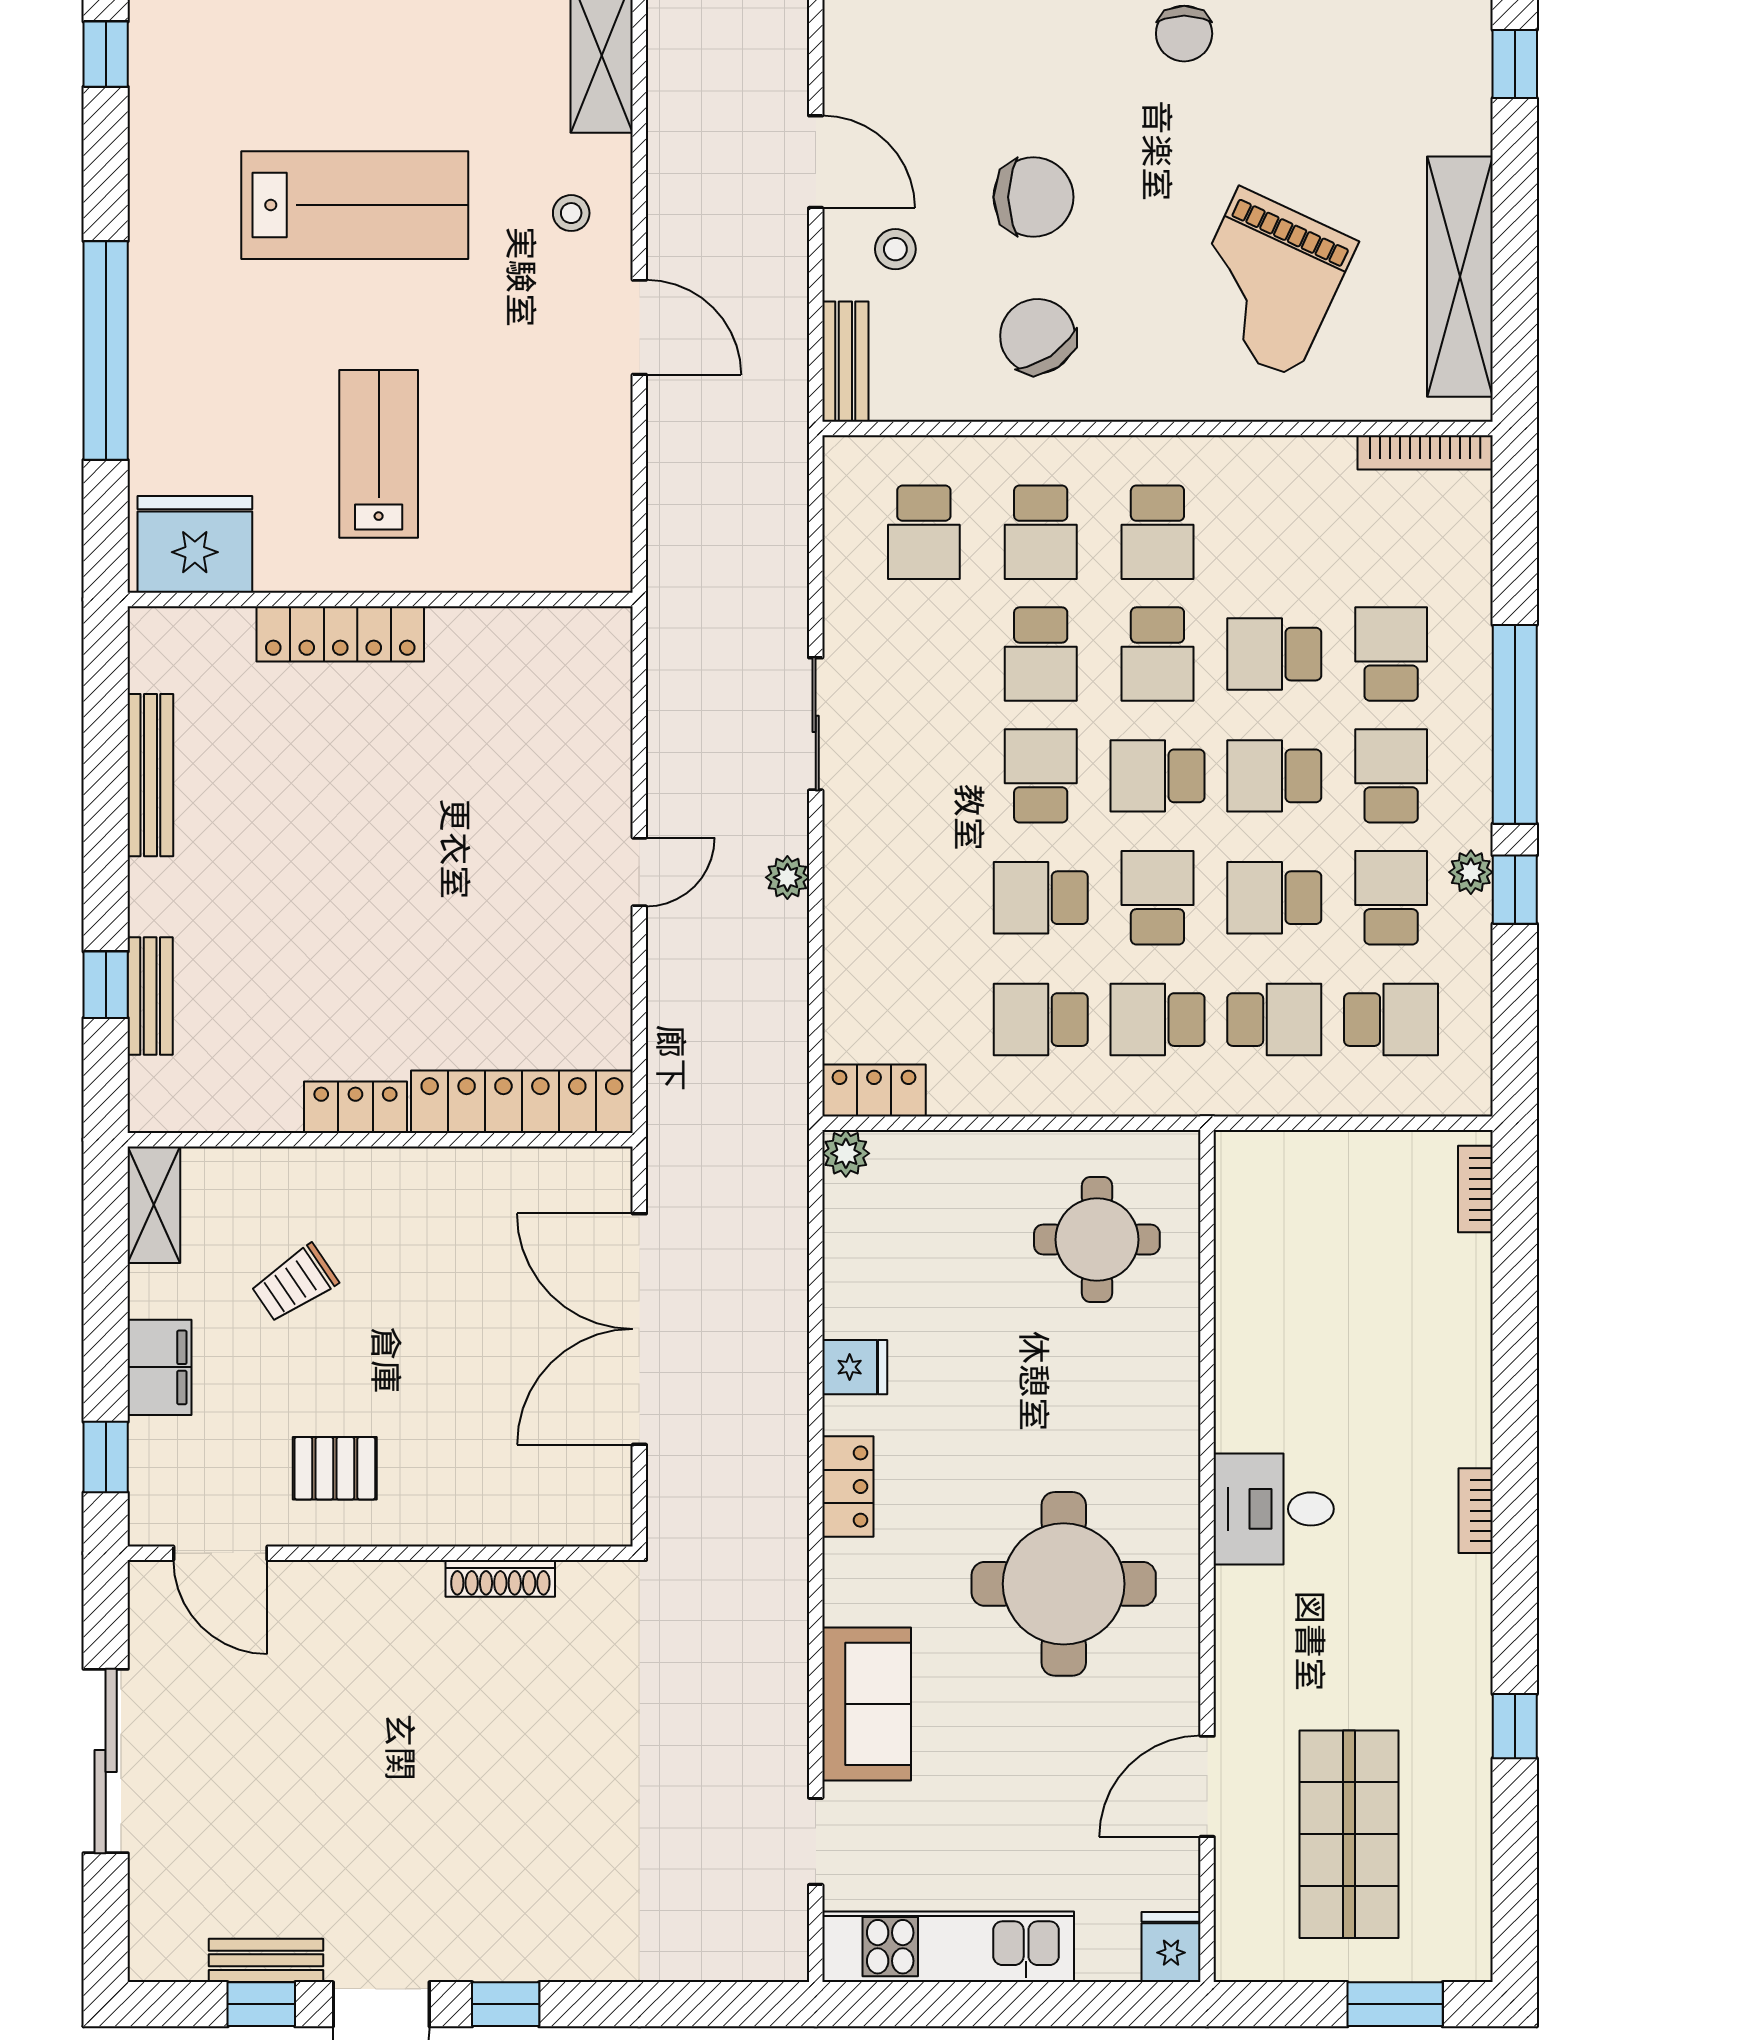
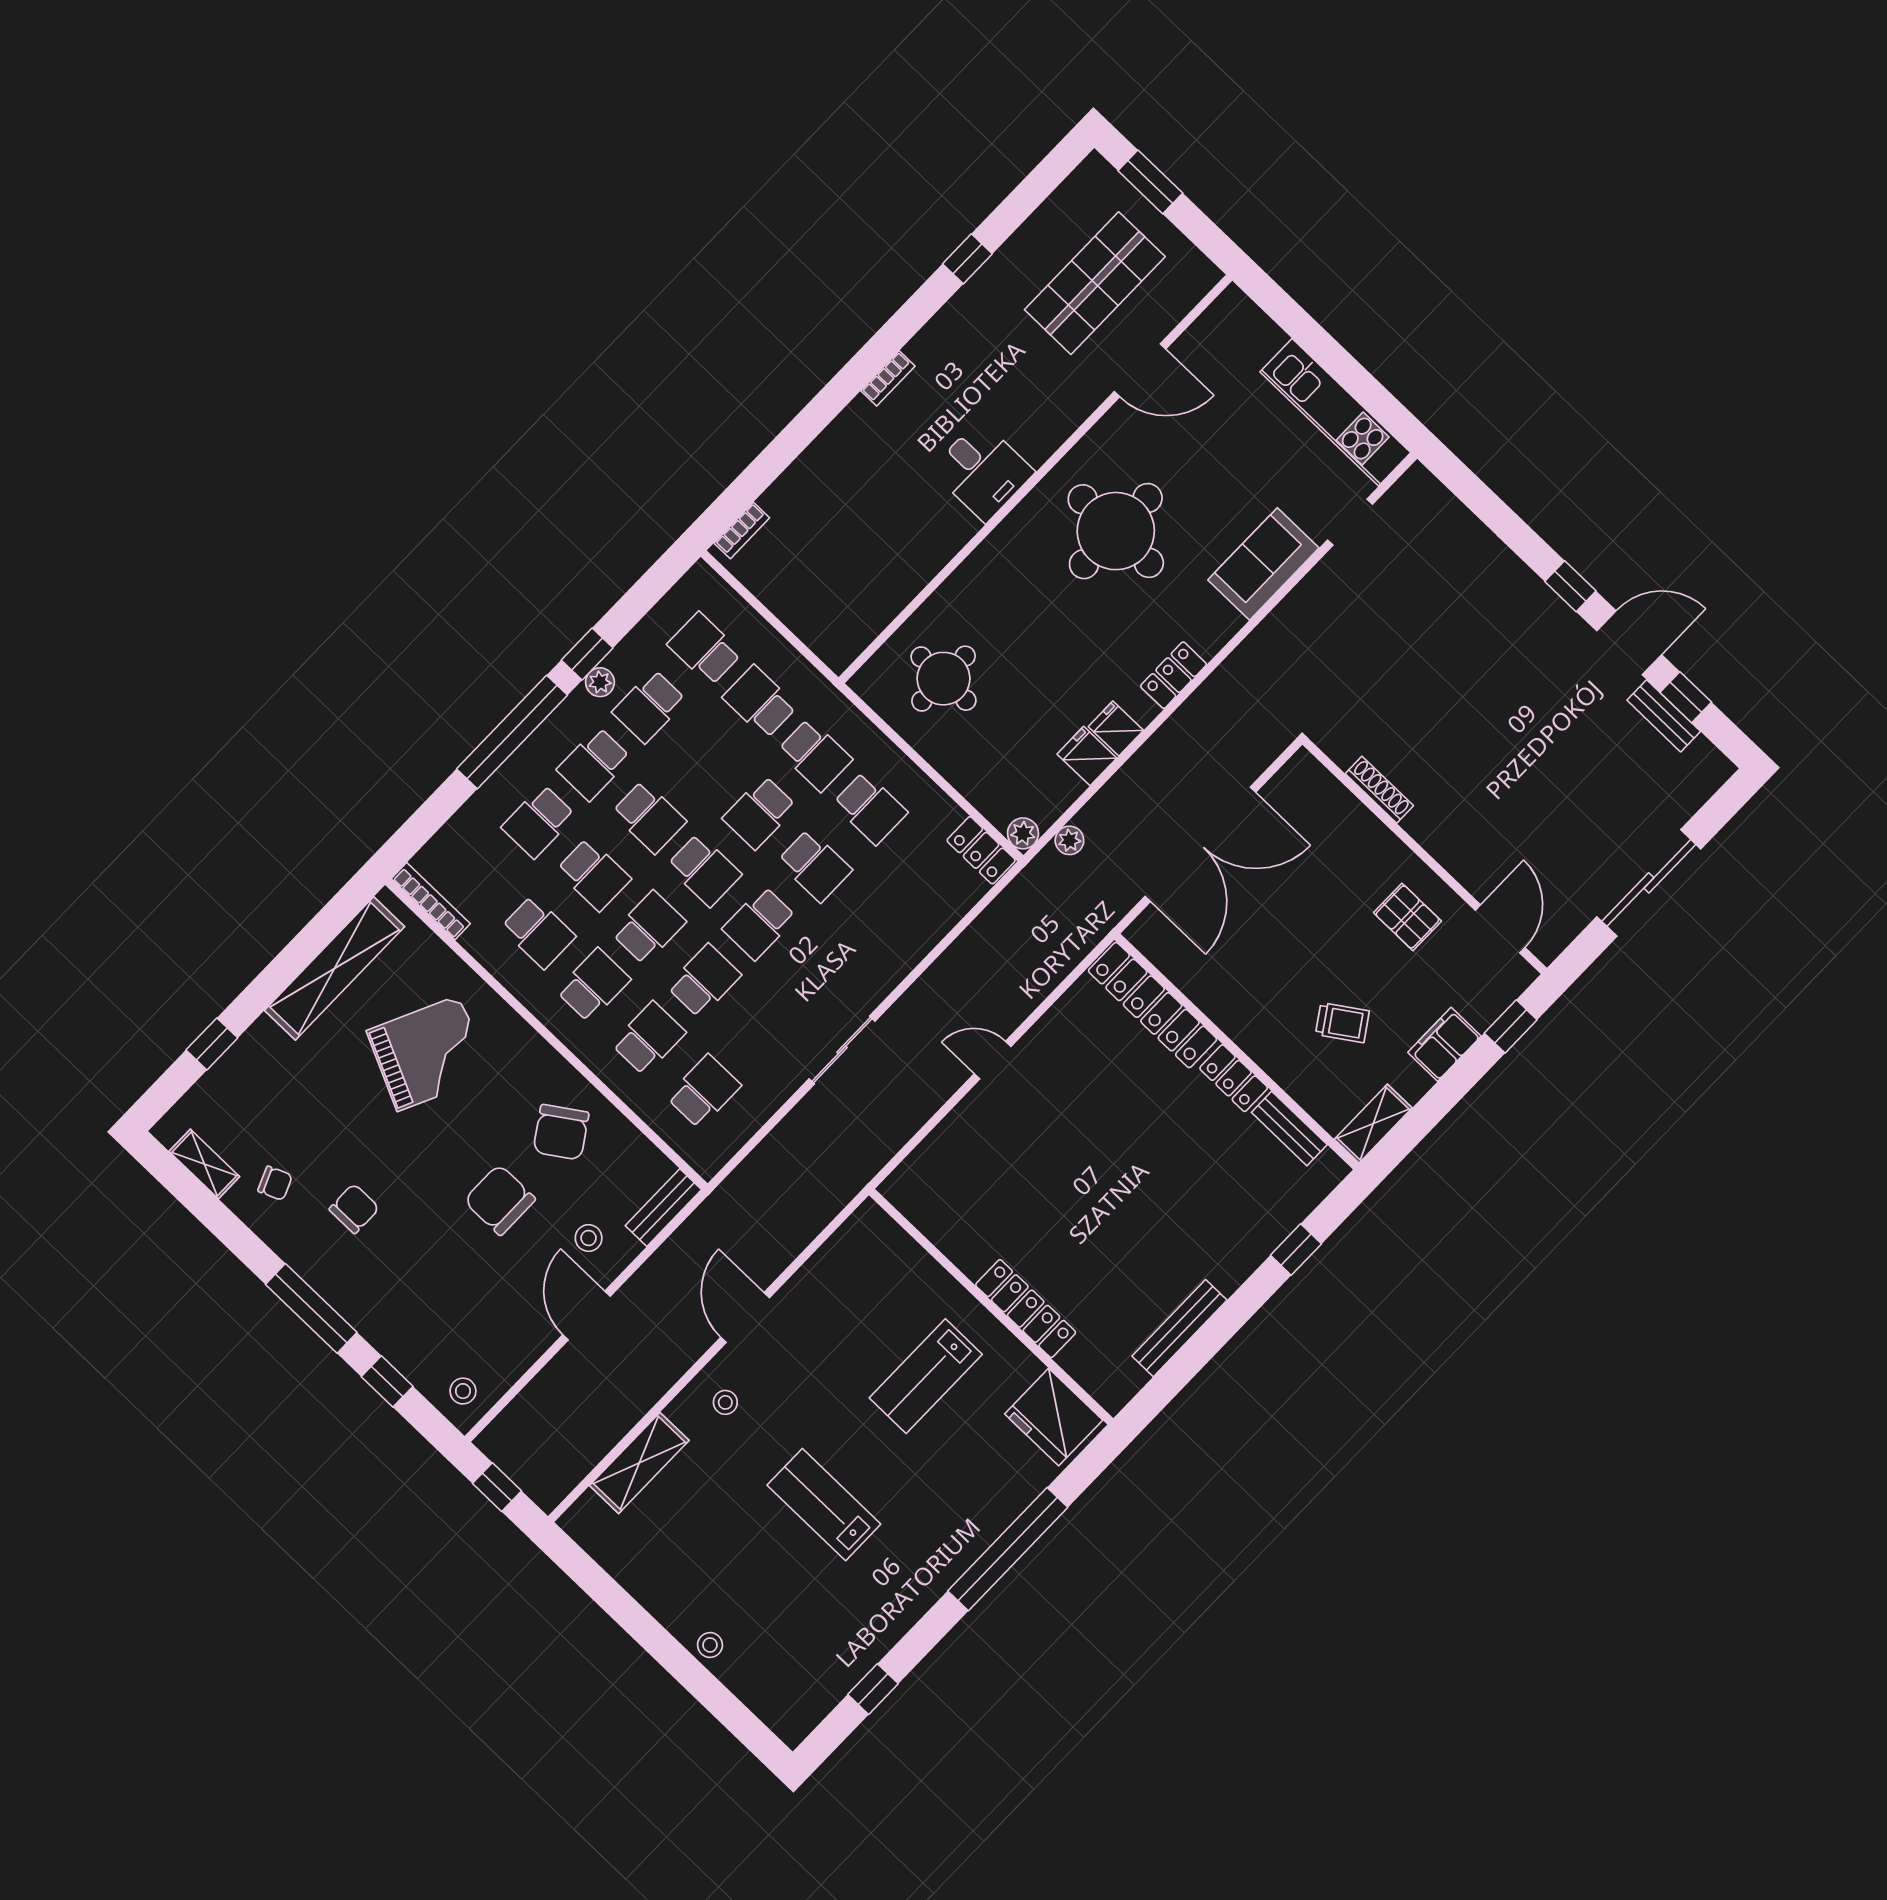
lab bench: (355, 205) -> (824, 1505), width x0.73, depth x0.72
plant: (787, 877) -> (1069, 840), moved
school desk: (1274, 898) -> (538, 932), moved
bench: (150, 996) -> (1289, 1129), moved, turned 90
fridge: (1171, 1947) -> (1087, 756), moved, turned 90

